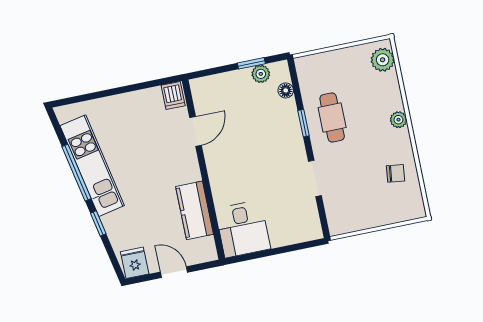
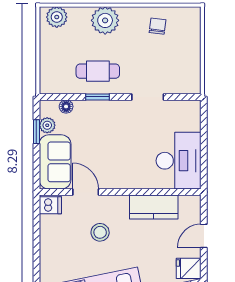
sofa: (222, 91) -> (55, 162), added
plant: (398, 120) -> (105, 20), width x1.88, depth x1.88
stool: (154, 157) -> (100, 232), added
desk: (243, 229) -> (179, 161), width x1.37

